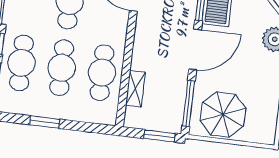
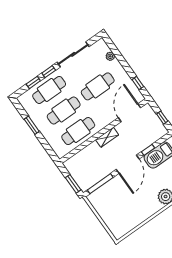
door: (195, 49) -> (128, 164), hinge flipped
shelving: (135, 89) -> (107, 137), moved
parasol: (223, 115) -> (109, 204), removed

